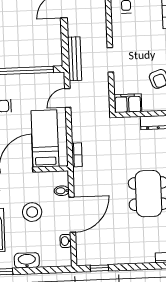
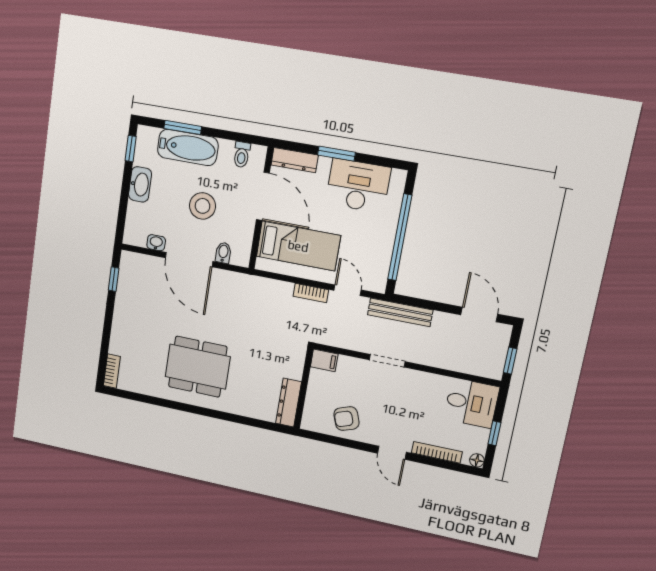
filing cabinet: (128, 103) -> (324, 360), width x0.50
bookcase: (77, 155) -> (311, 293), moved

